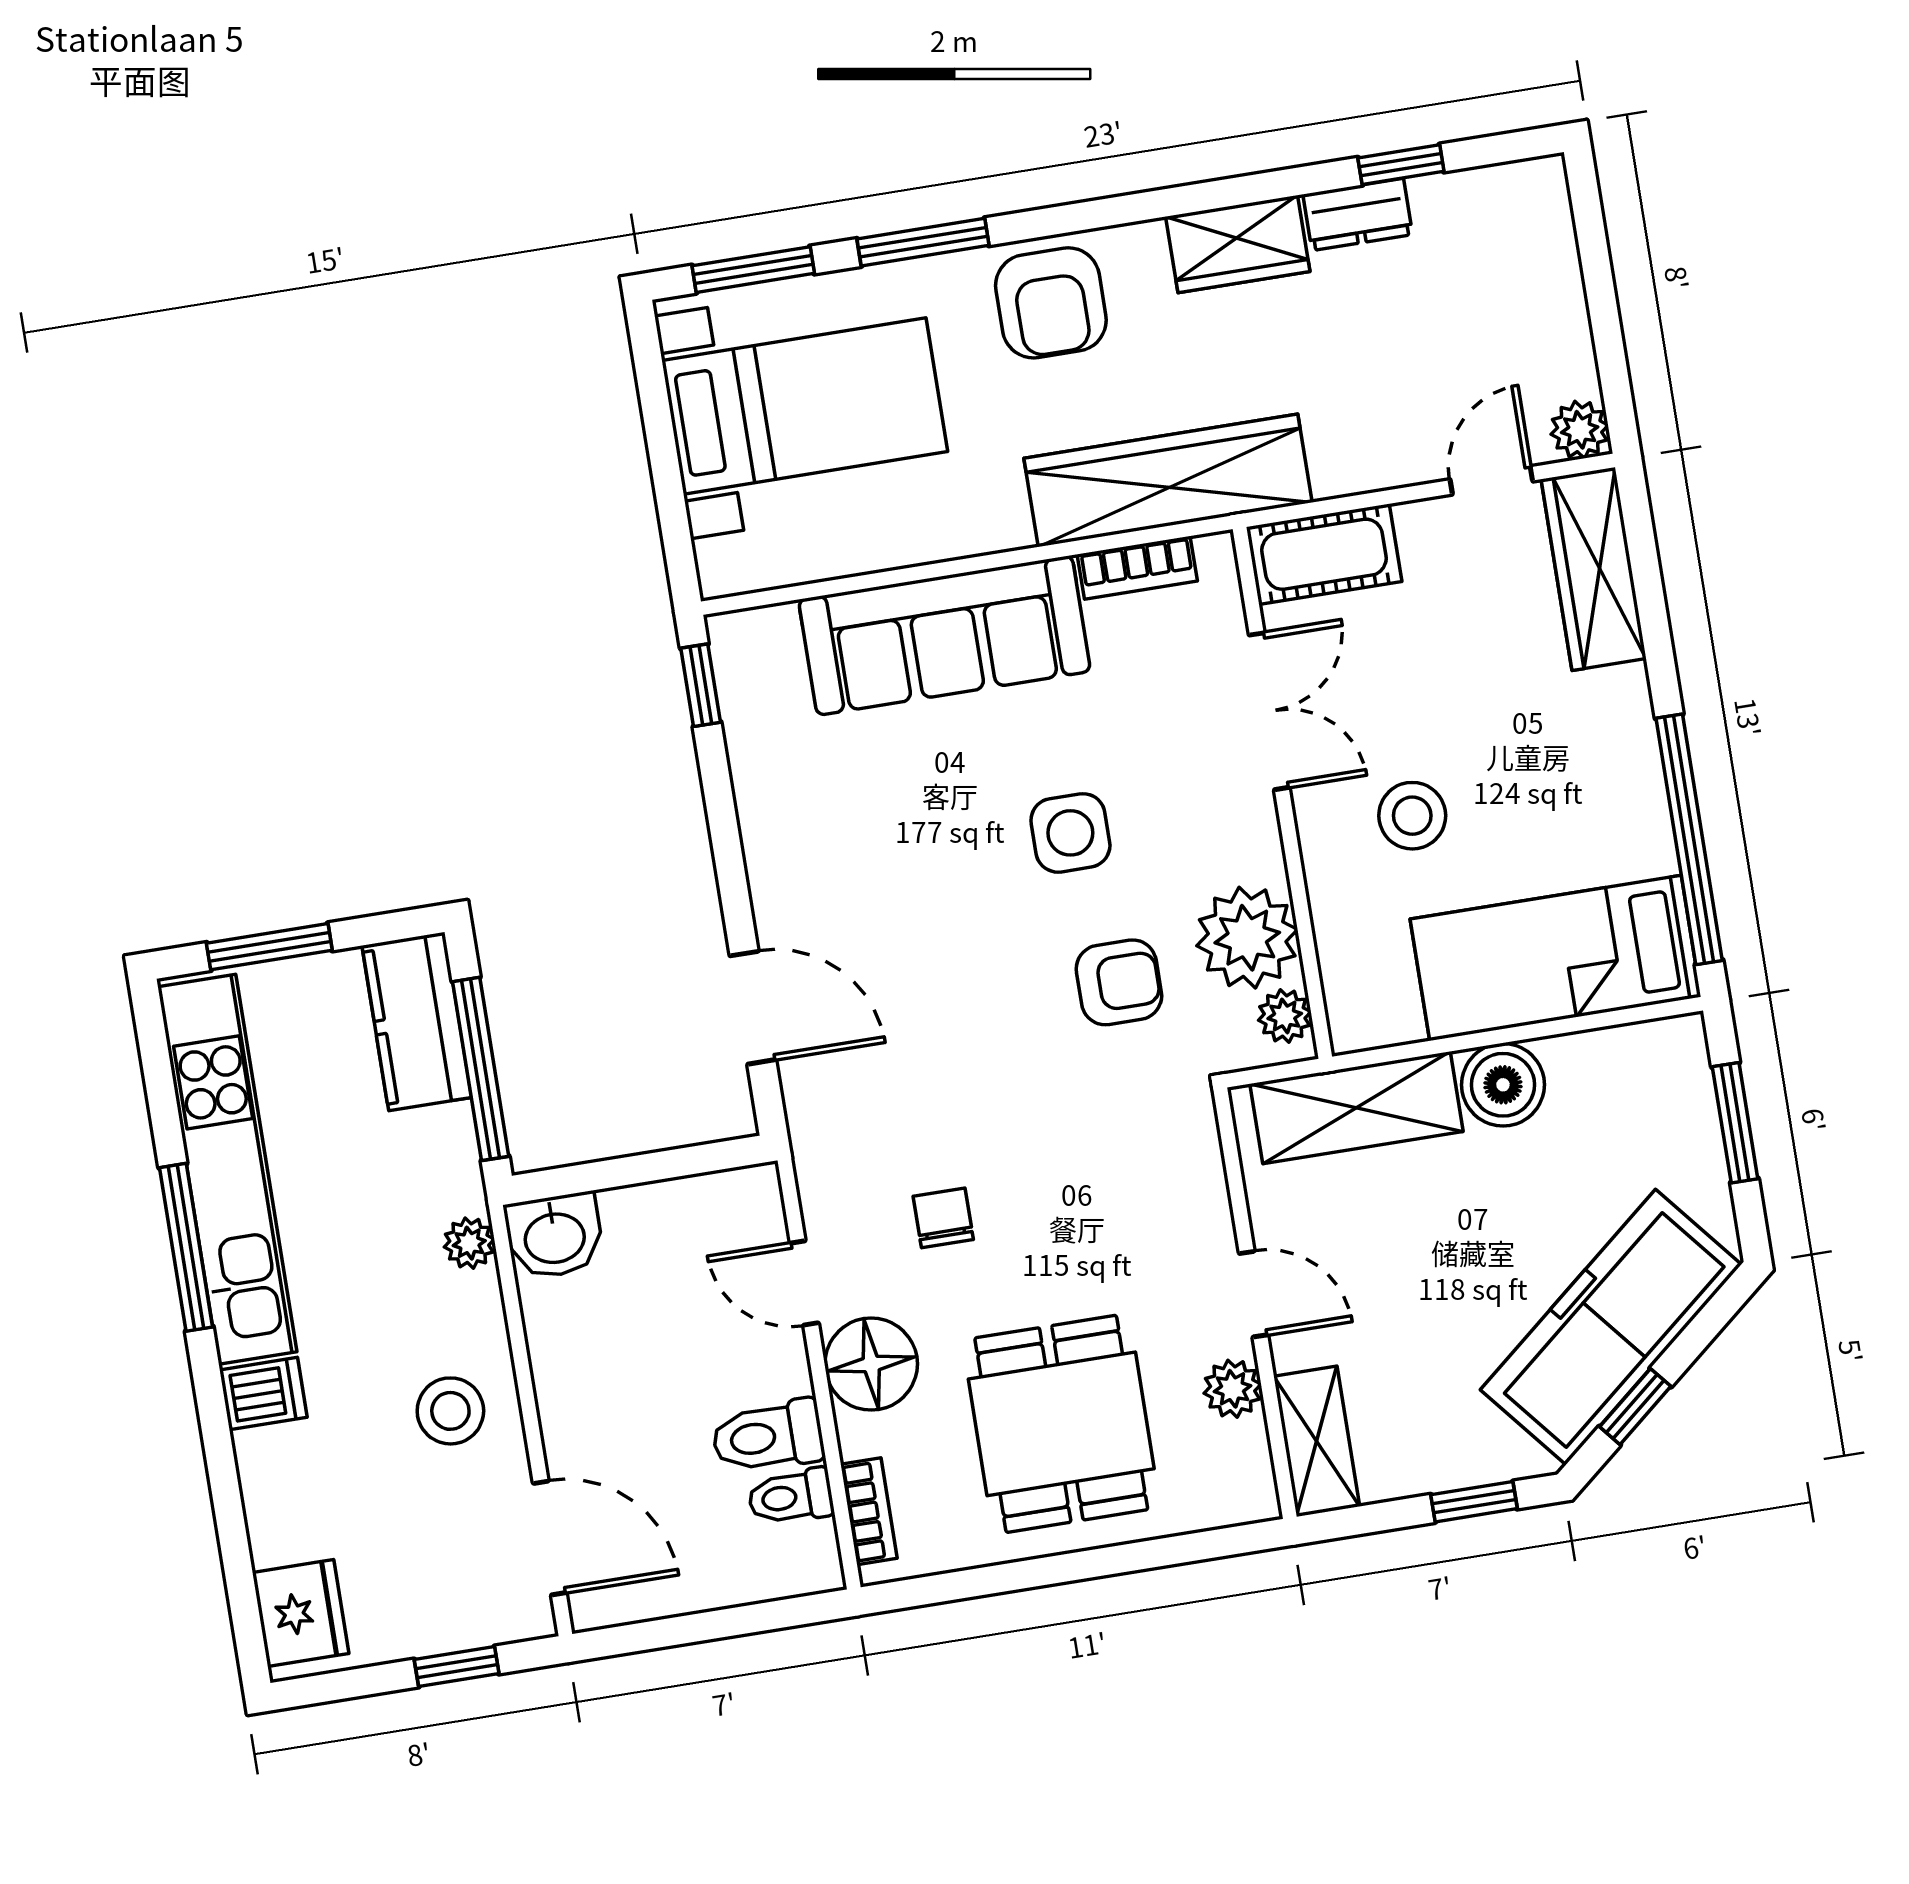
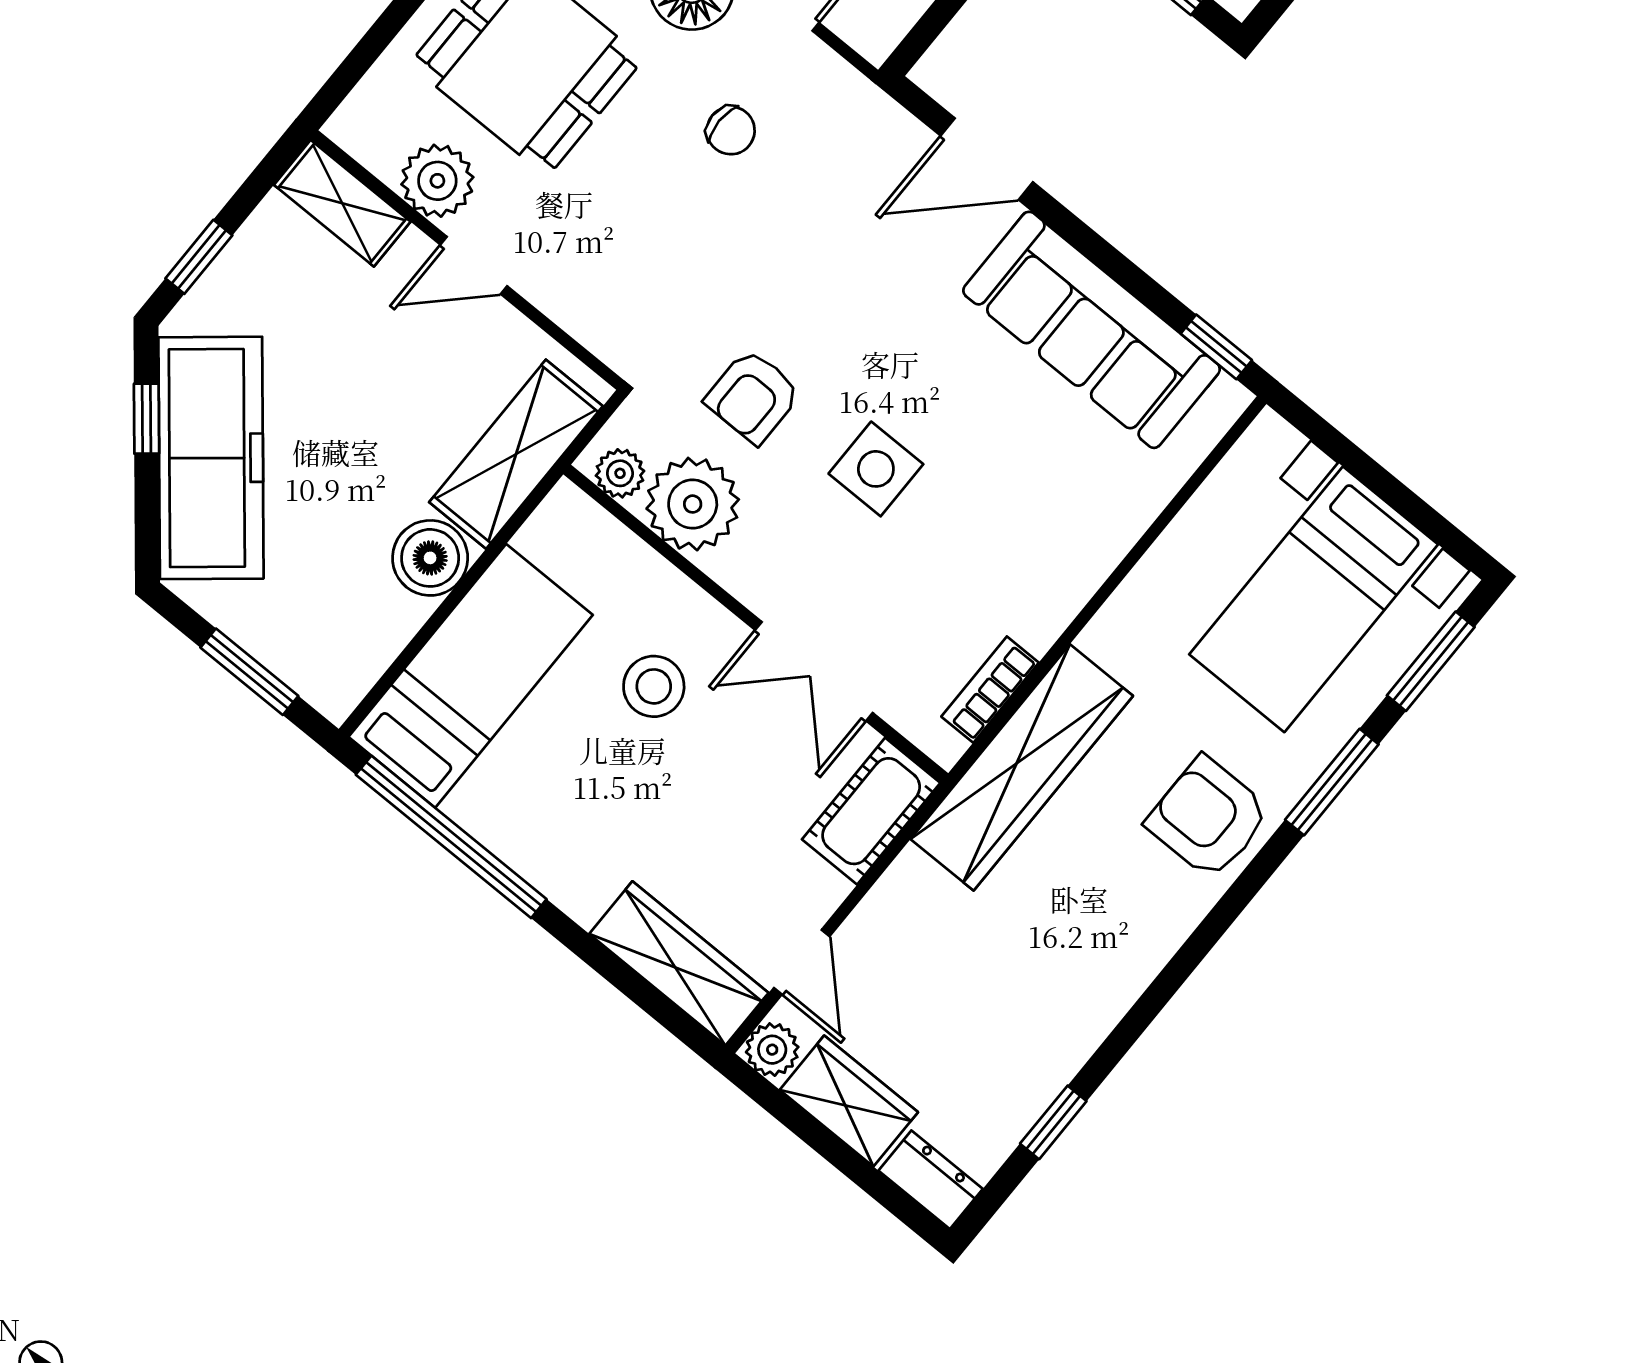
dresser: (1358, 214) -> (931, 1180), moved, turned 90
wardrobe: (1238, 244) -> (849, 1101), moved, turned 90
sofa: (944, 635) -> (1092, 330), moved, turned -90
plant: (1233, 1389) -> (437, 181), width x1.38, depth x1.38

